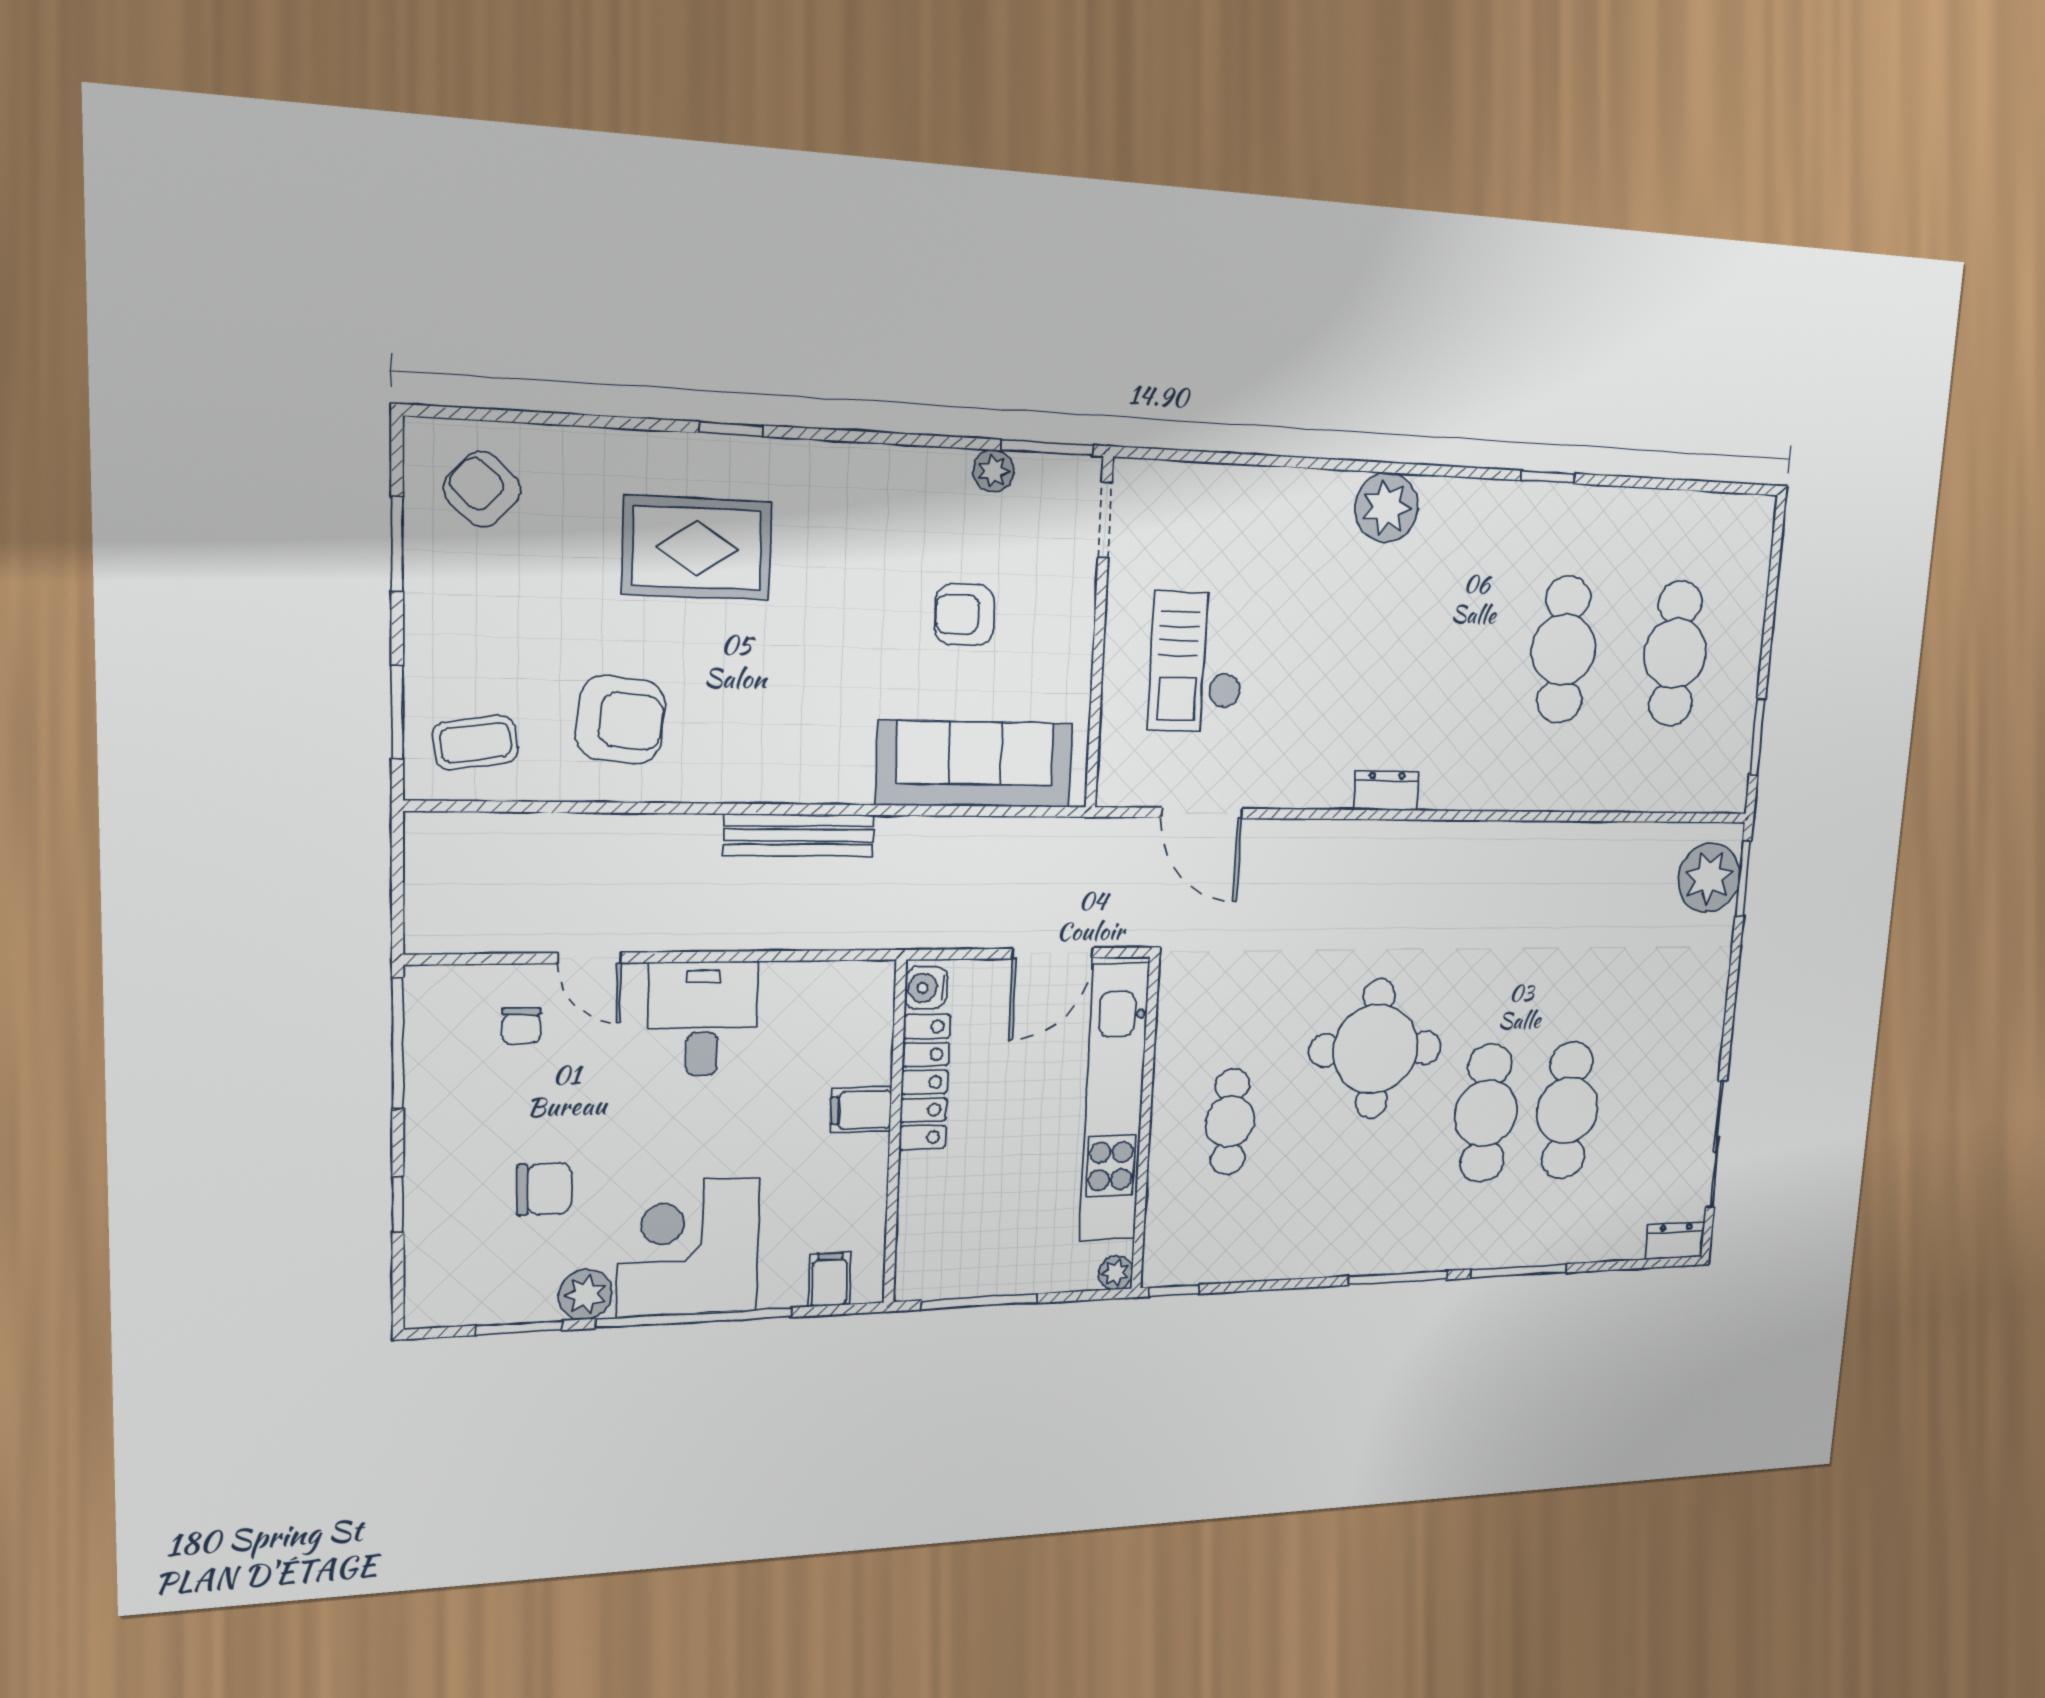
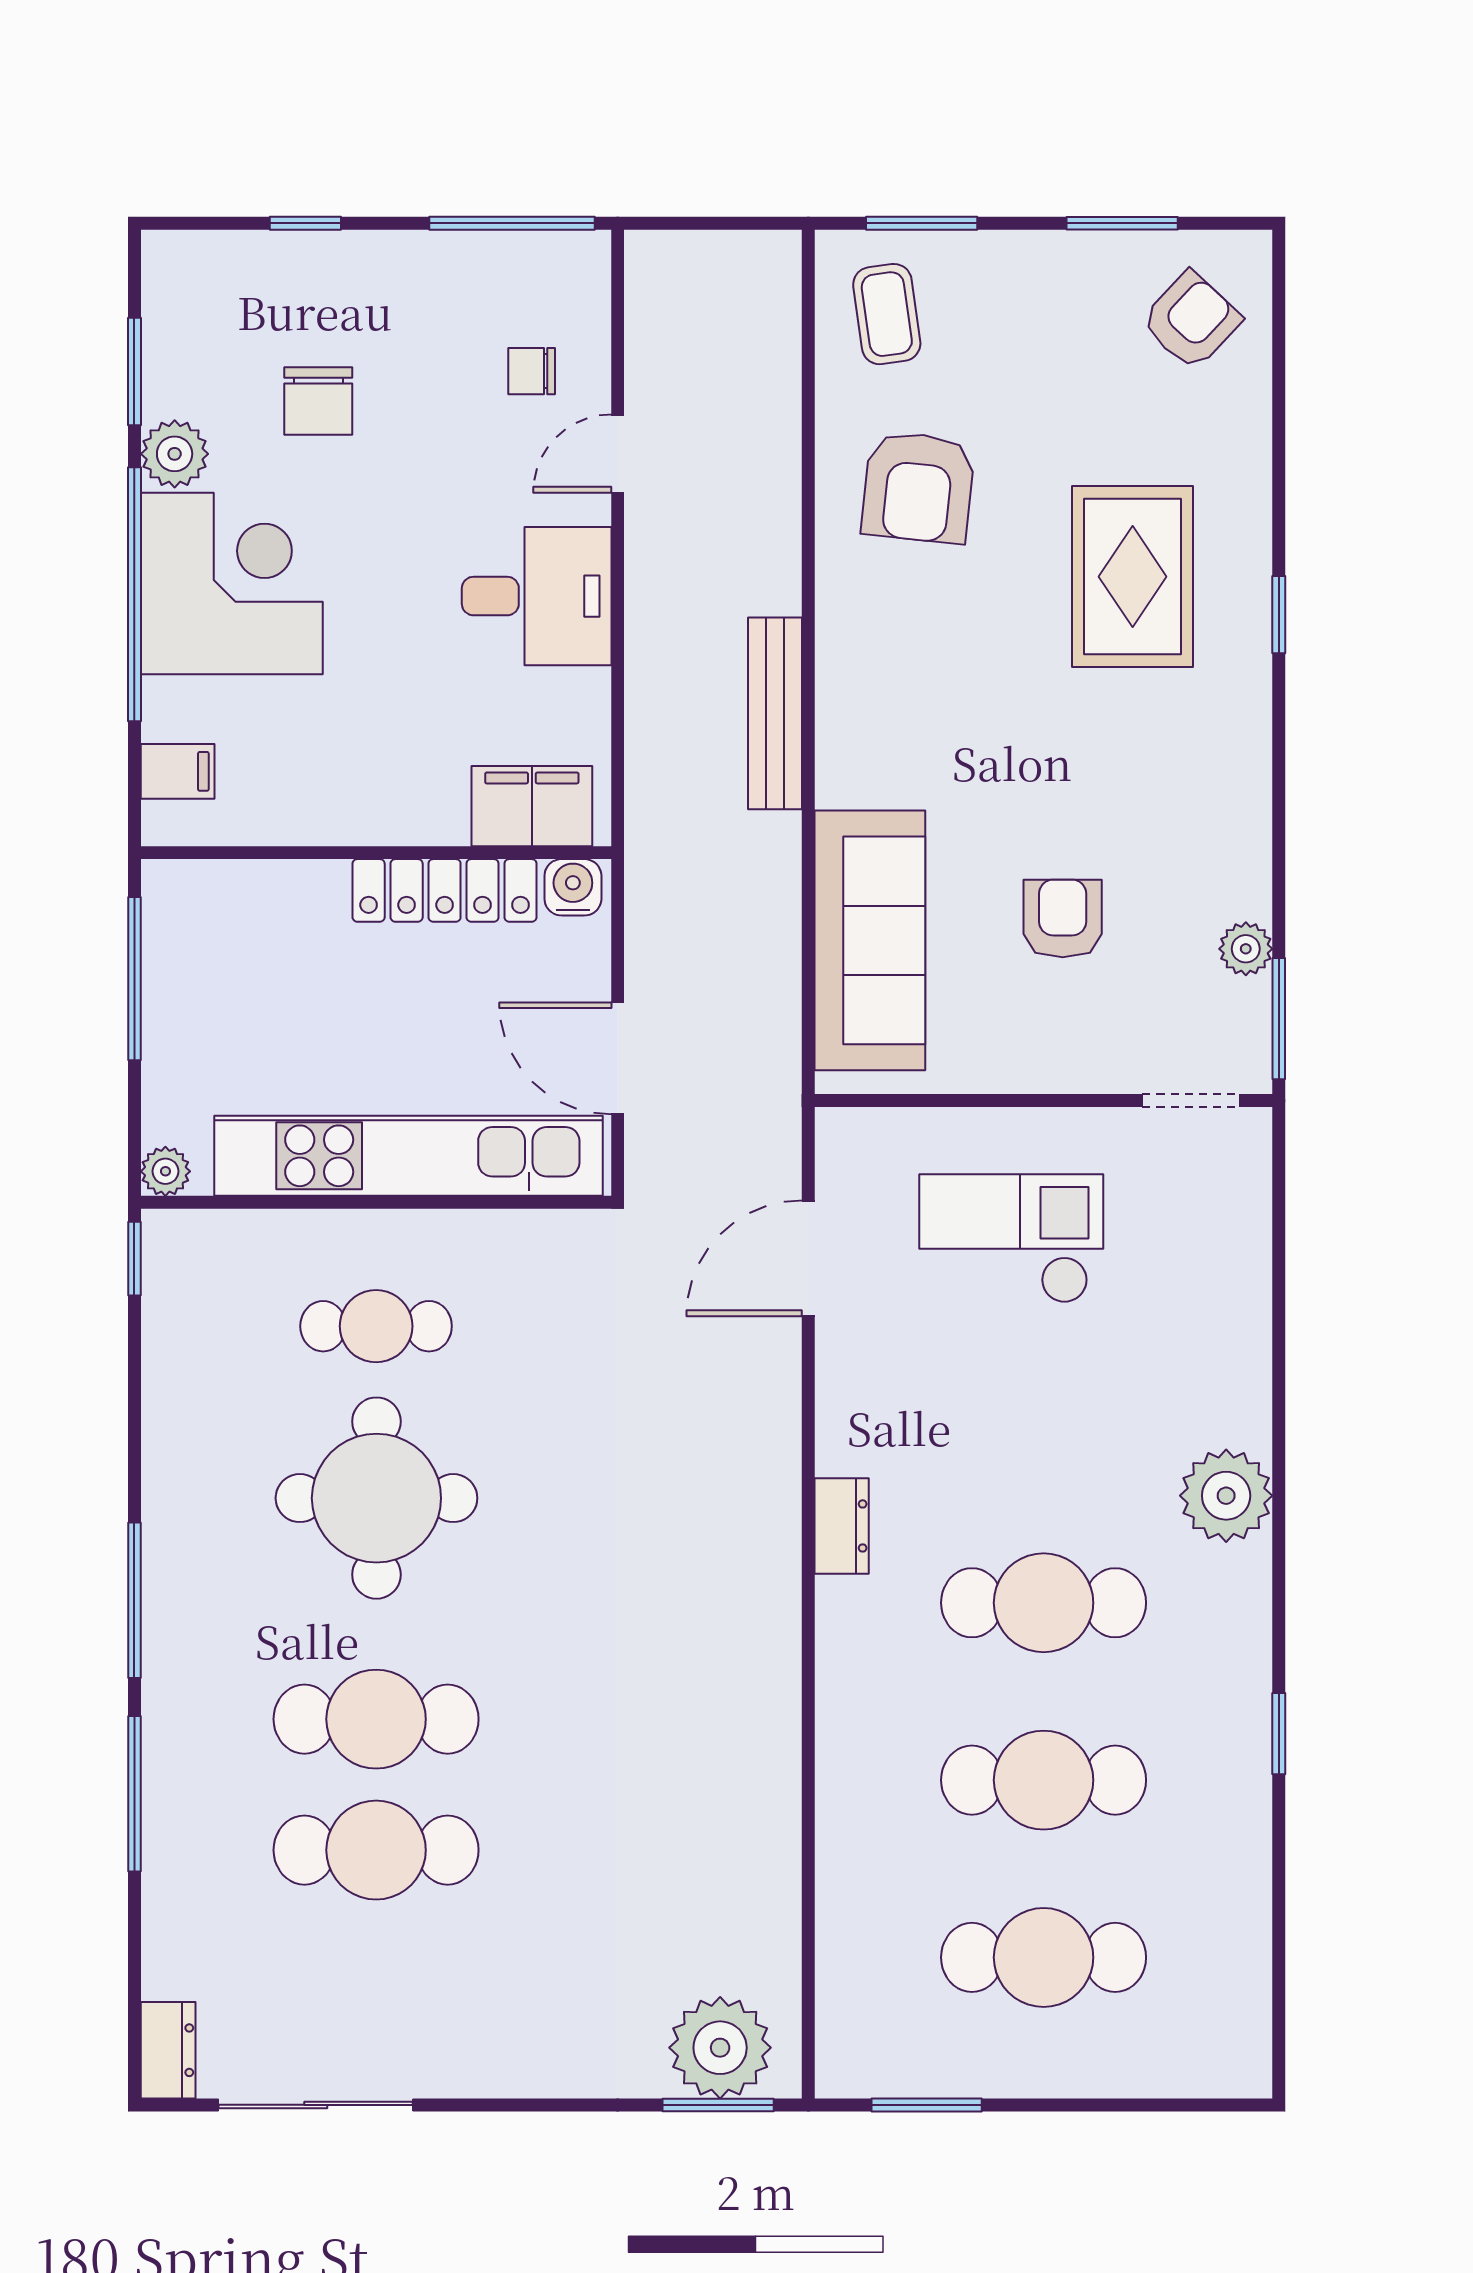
cafe table: (1448, 646) -> (1044, 1603), added
round table: (1375, 1049) -> (376, 1498), moved
filing cabinet: (861, 1110) -> (532, 806), moved, width x2.00

